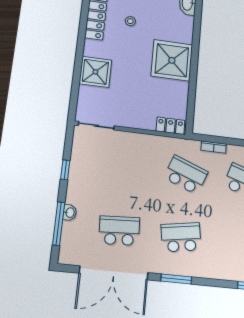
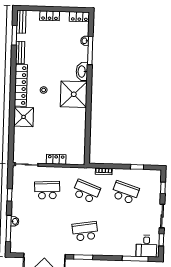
shower: (172, 60) -> (74, 94), moved
shower: (95, 72) -> (24, 117), moved
locker: (170, 126) -> (56, 159), moved
school desk: (119, 231) -> (47, 190), moved

